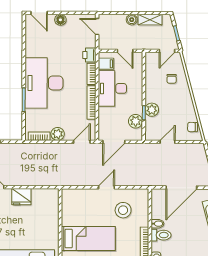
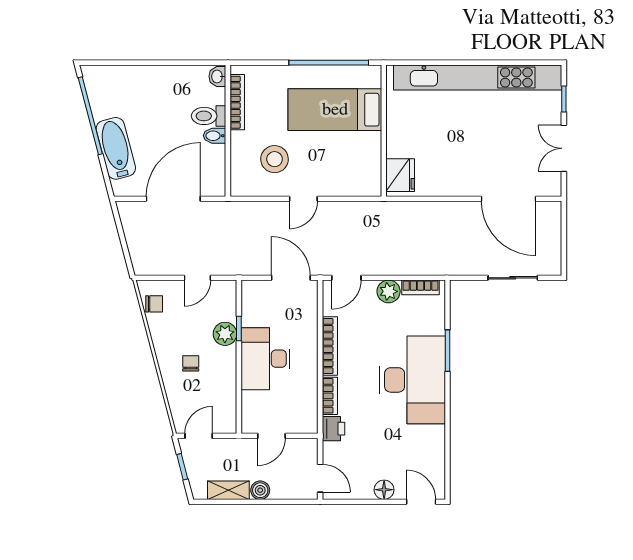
door: (125, 51) -> (271, 436), swing flipped
filing cabinet: (106, 64) -> (305, 413), removed
chair: (172, 79) -> (191, 363), moved
desk: (112, 88) -> (266, 359), moved, turned 180
plant: (136, 121) -> (253, 314), removed
door: (114, 142) -> (291, 278), hinge flipped
fridge: (21, 197) -> (400, 175), moved, turned 90

